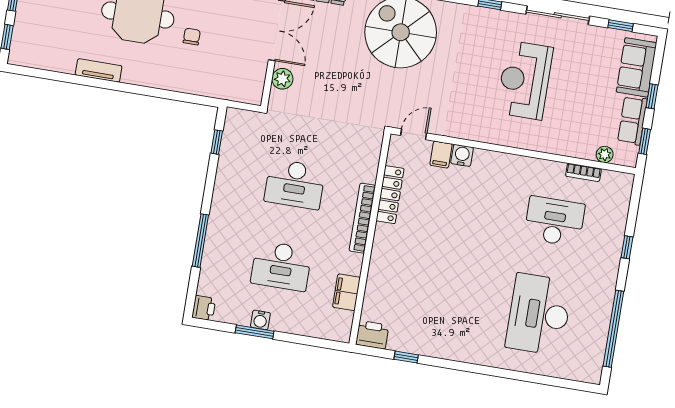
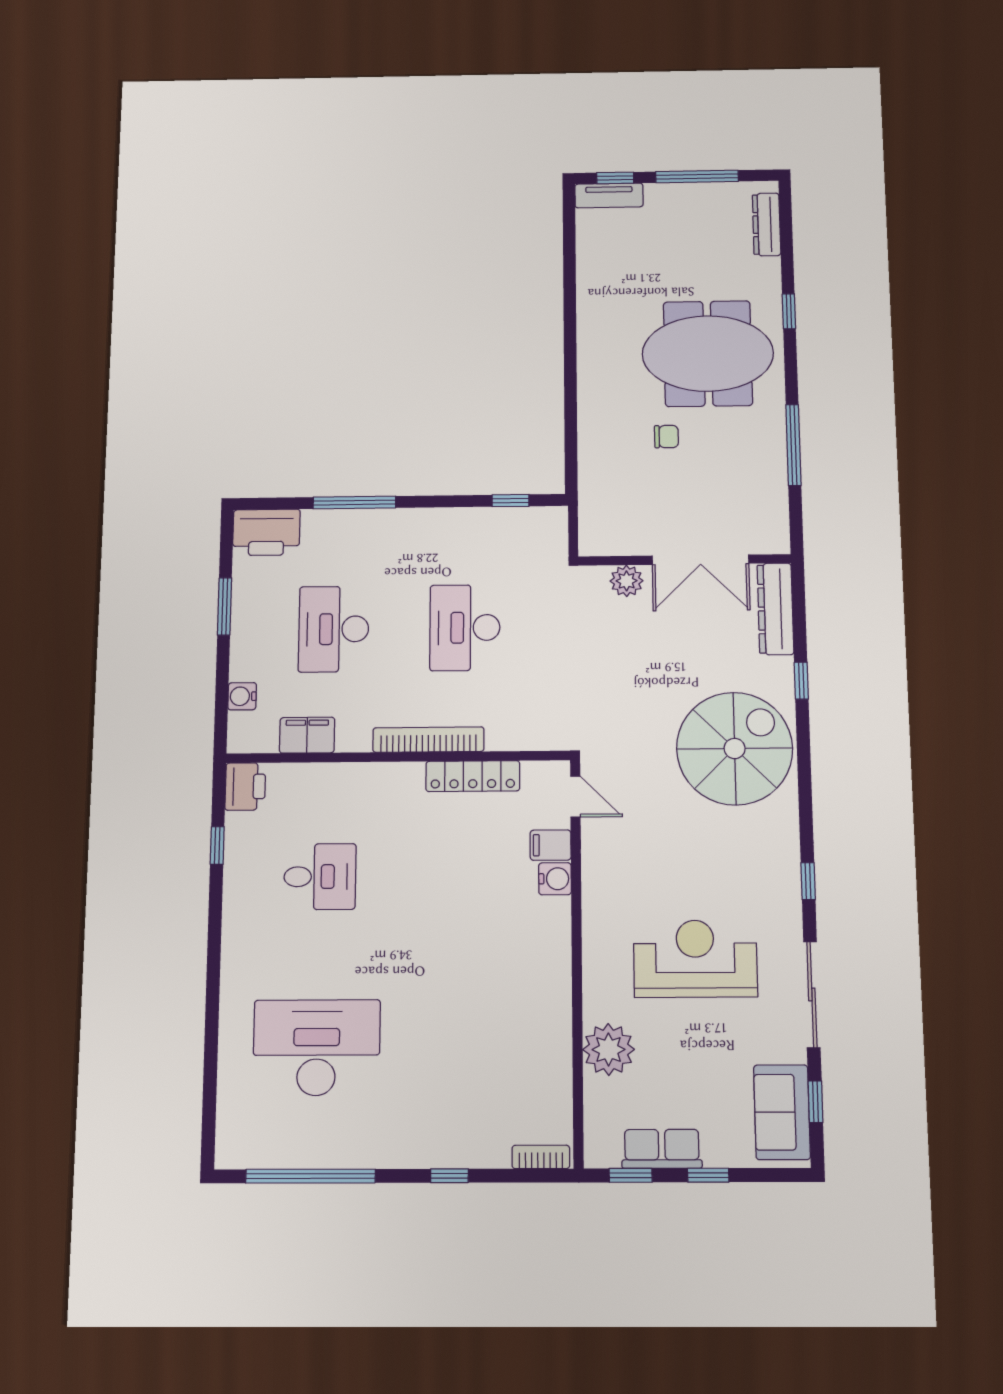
sofa: (636, 67) -> (782, 1112), moved, turned -90
tv unit: (99, 70) -> (609, 195), moved, turned 90
plant: (605, 154) -> (609, 1049), moved, width x1.88, depth x1.88
bookcase: (583, 172) -> (541, 1157), moved, turned 90
desk: (554, 221) -> (320, 877), moved, width x0.73
printer: (204, 308) -> (266, 532), width x1.87, depth x1.48
water cooler: (260, 320) -> (242, 696), moved

